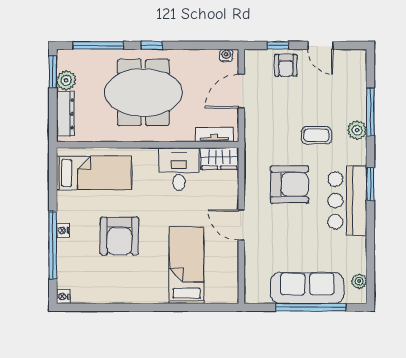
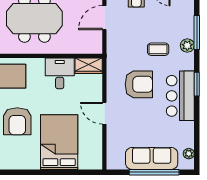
tv unit: (214, 135) -> (85, 49), removed
bed: (187, 265) -> (59, 142), width x1.50

